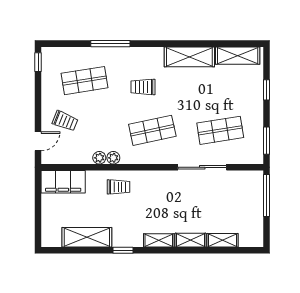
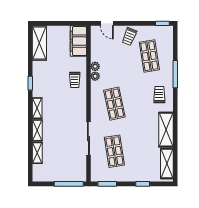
trolley: (143, 87) -> (159, 95), moved
trolley: (65, 121) -> (129, 36), moved
shelving: (87, 237) -> (39, 43), moved

